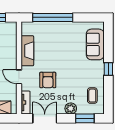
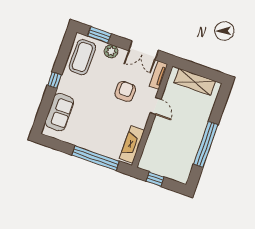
fireplace: (27, 51) -> (132, 144), moved
coffee table: (92, 96) -> (82, 57), width x1.86, depth x1.72

